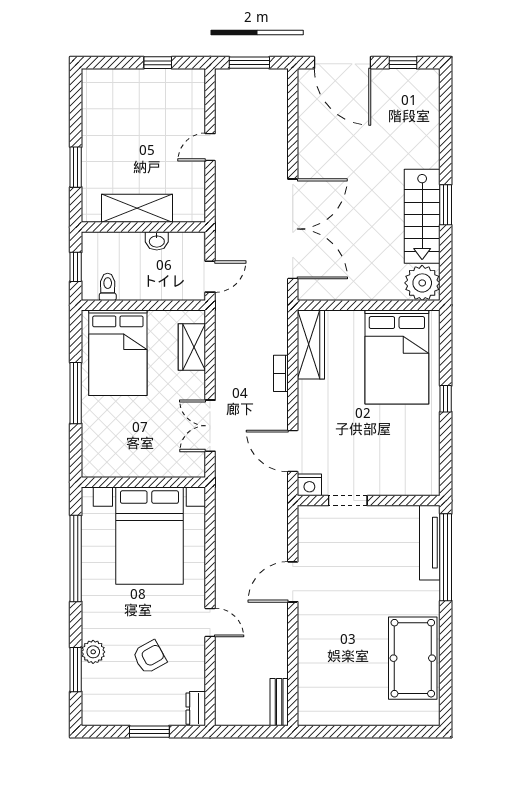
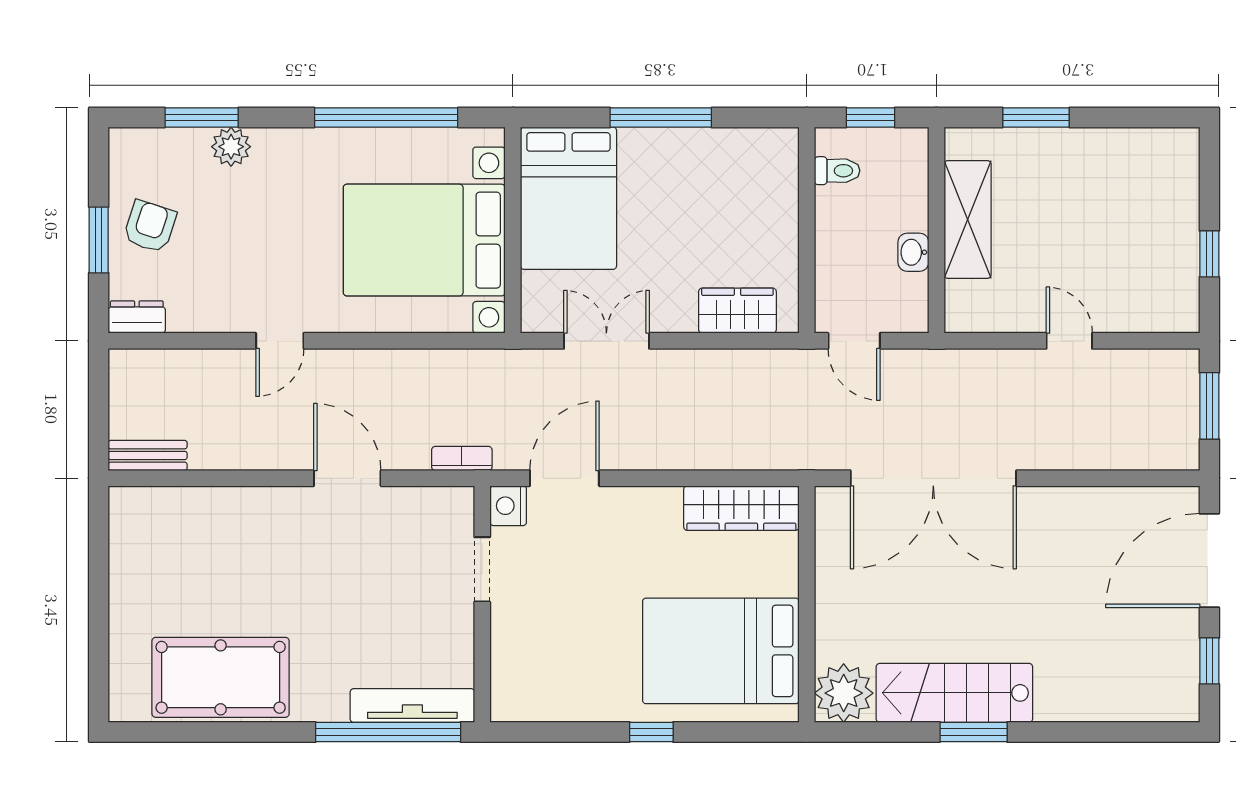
bed: (118, 353) -> (568, 198), moved, turned -90
bookcase: (281, 373) -> (462, 458), moved
armchair: (150, 657) -> (150, 226), moved, turned -133

